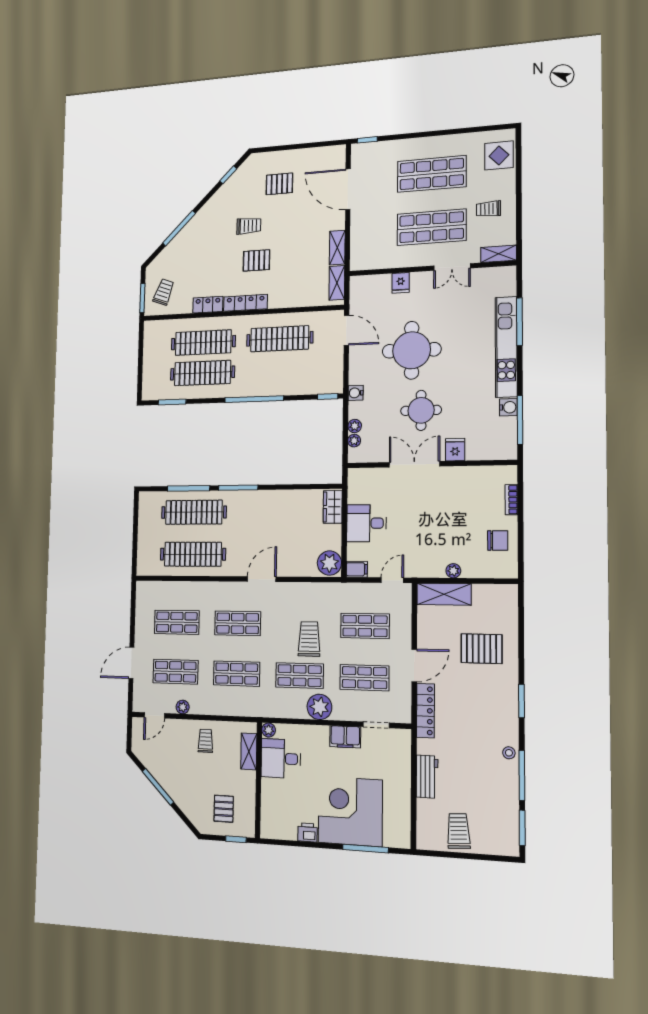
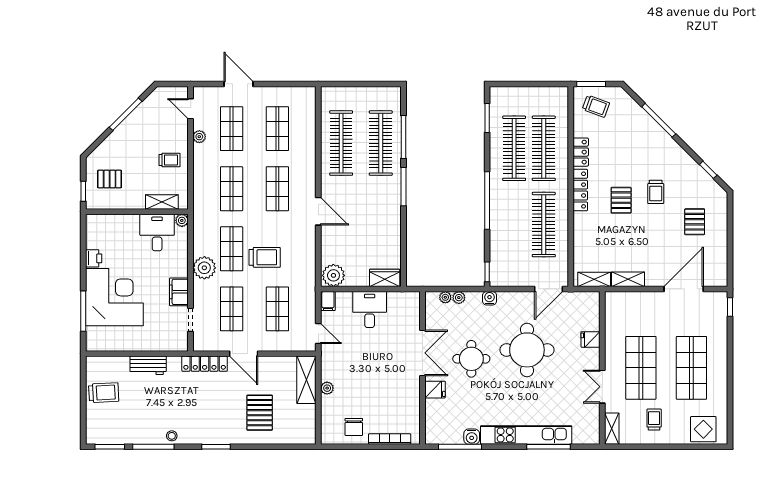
bookcase: (511, 500) -> (390, 439), width x1.56

